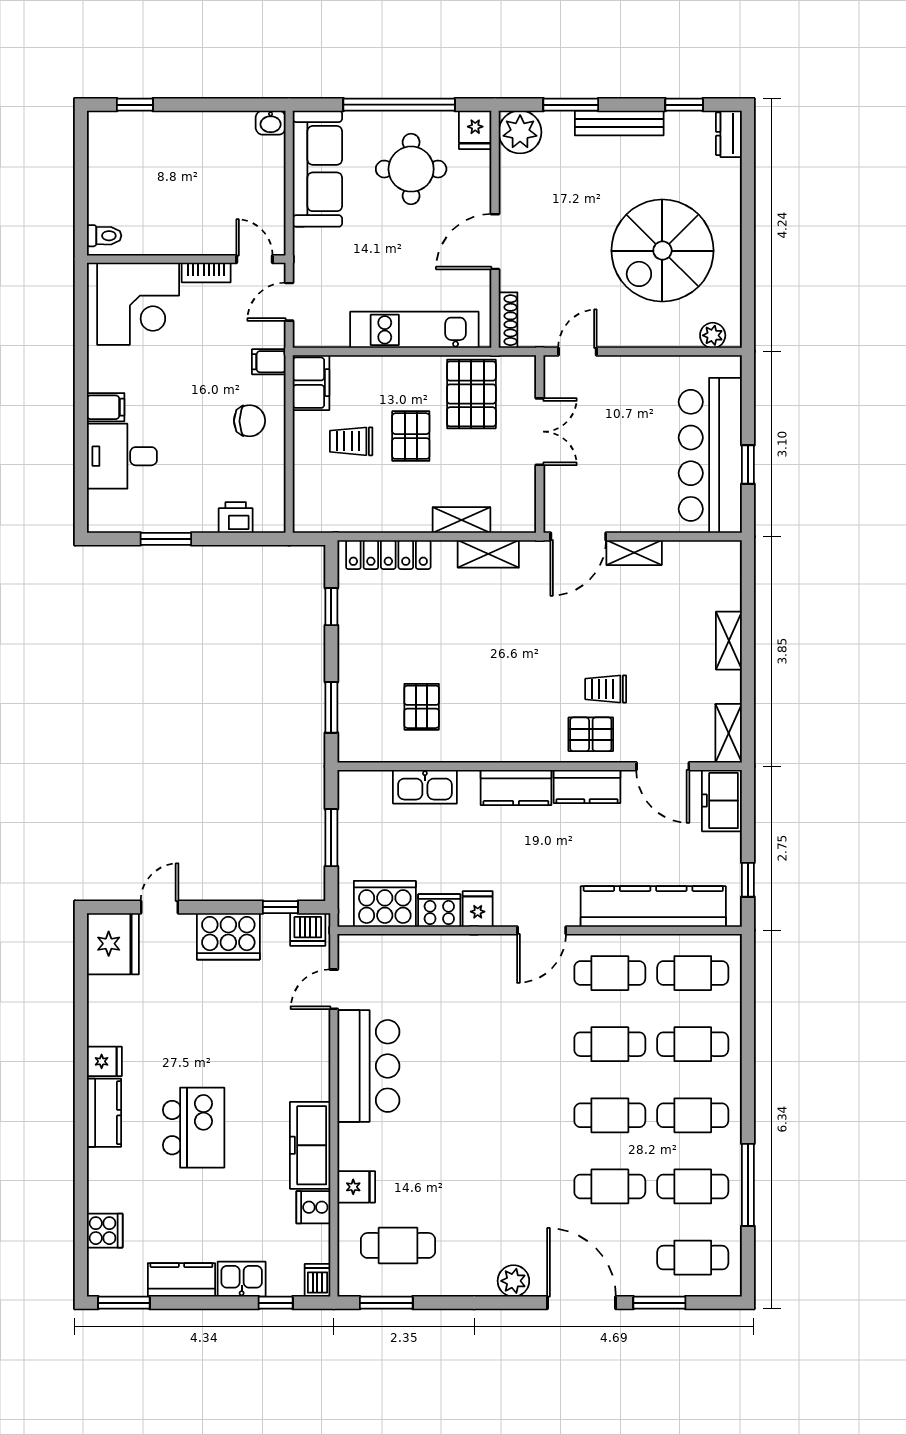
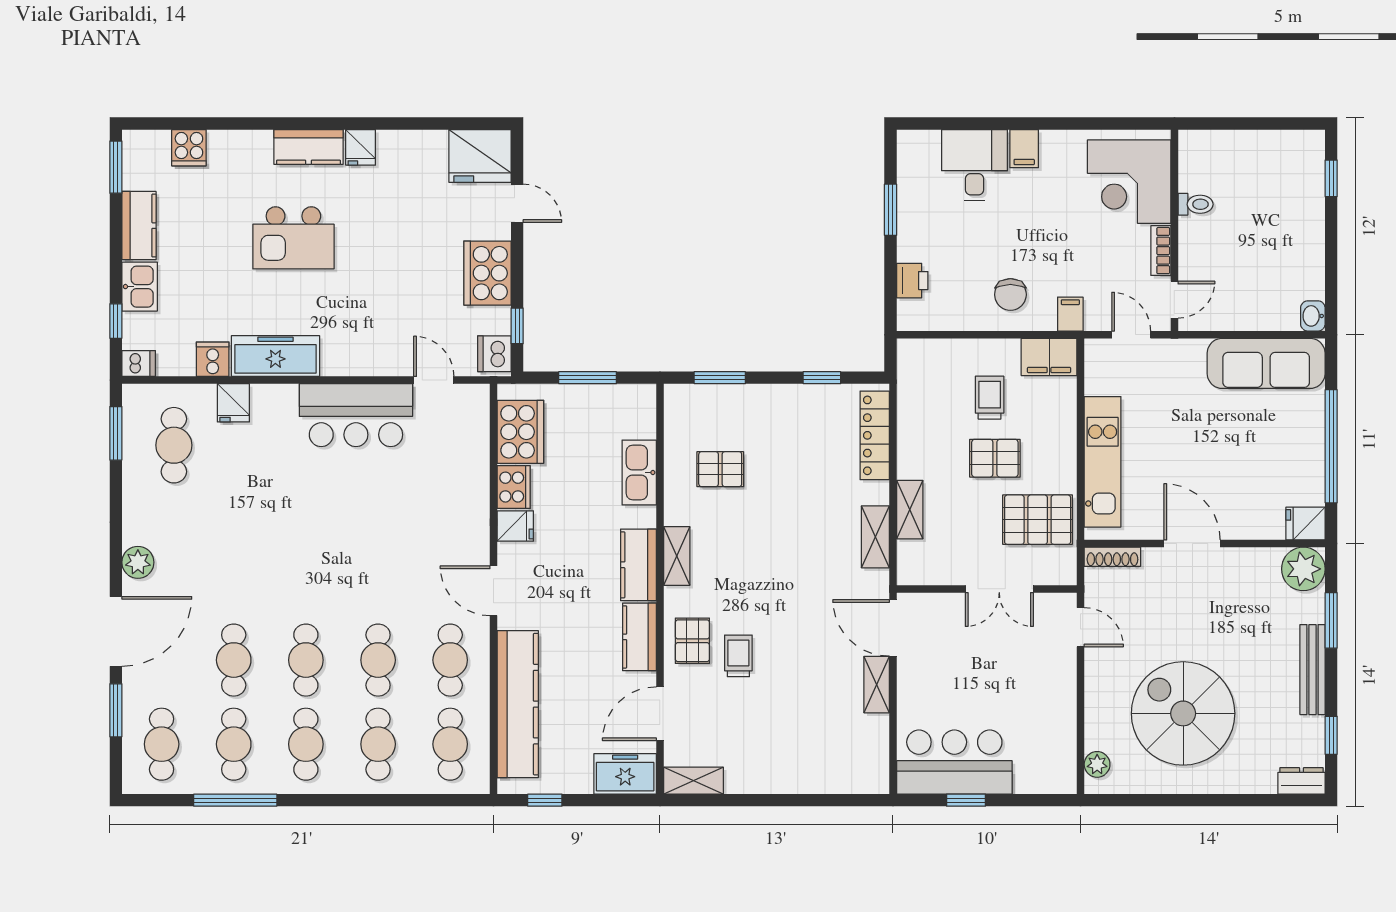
round table: (411, 169) -> (1266, 458), removed
toilet: (104, 236) -> (1196, 204), moved, turned -90
bar counter: (710, 455) -> (954, 762), width x0.73
shelving: (729, 641) -> (677, 556), moved, turned 90

